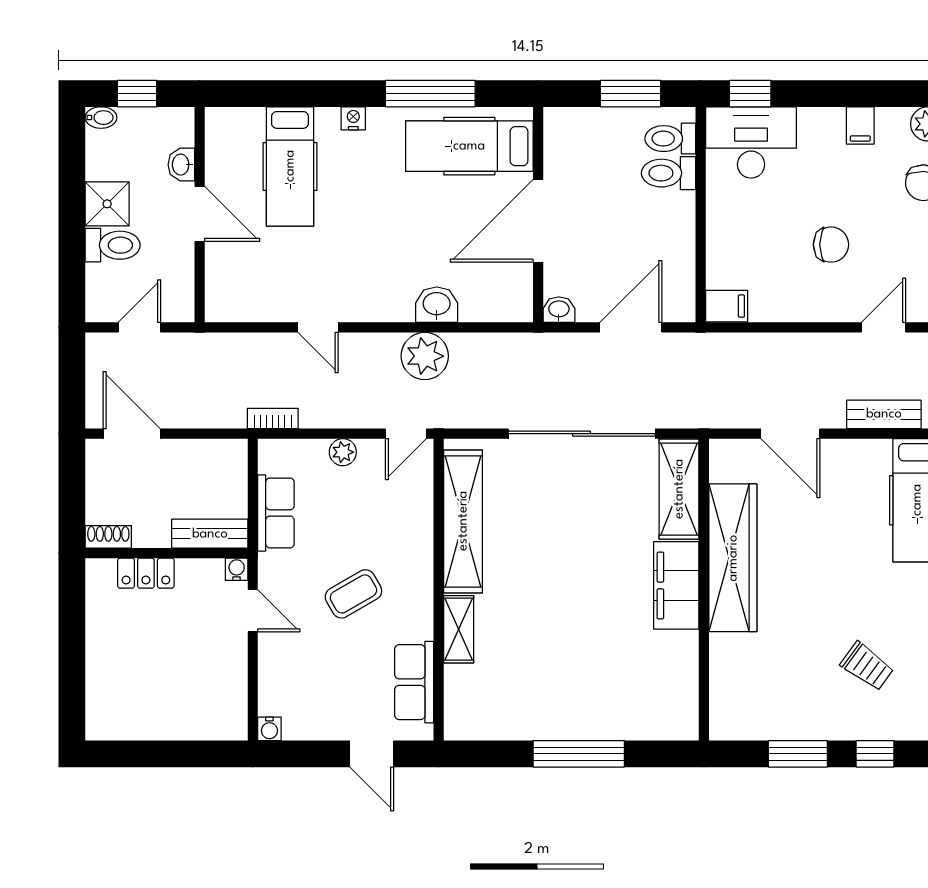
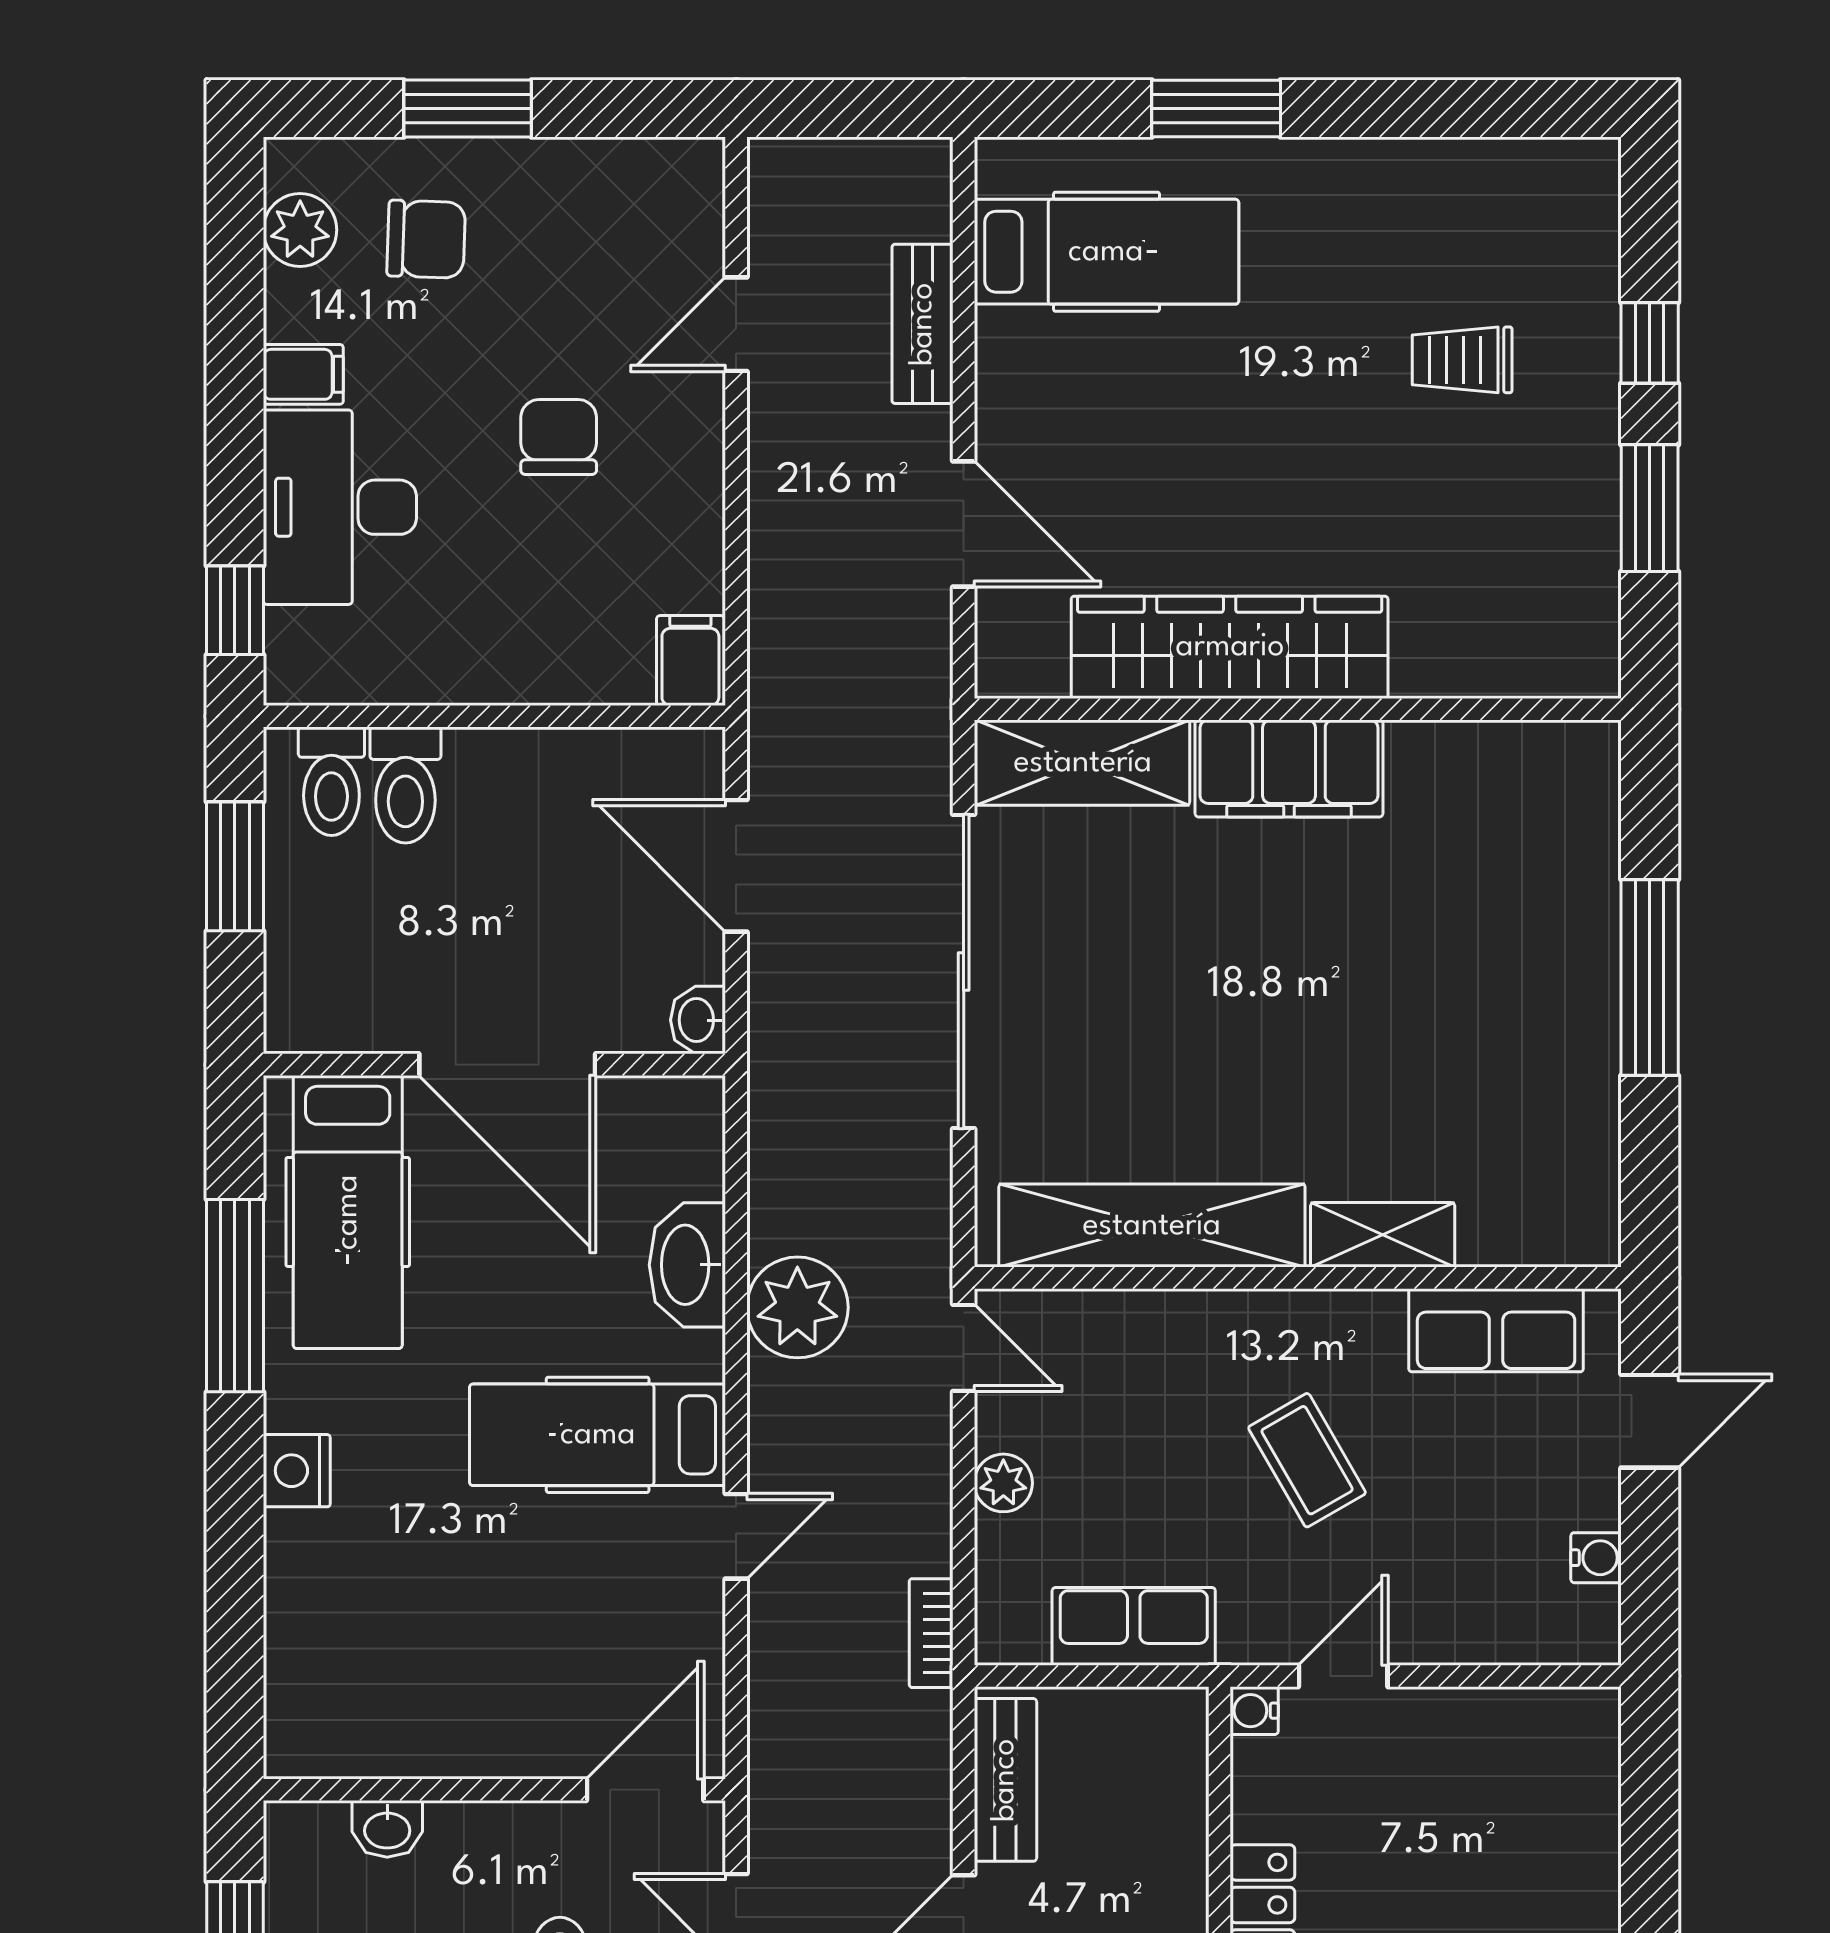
nightstand: (353, 118) -> (297, 1471), width x1.39, depth x1.35
desk: (751, 142) -> (340, 507), moved
hospital bed: (290, 166) -> (598, 1435), moved, turned 180
door: (200, 214) -> (645, 1790), moved
washbasin: (437, 305) -> (687, 1265), width x1.38
door: (884, 327) -> (736, 324), hinge flipped
door: (790, 434) -> (964, 524), hinge flipped
bench: (210, 534) -> (1005, 1780), moved
trolley: (867, 666) -> (1462, 360), turned -126
water cooler: (269, 729) -> (1596, 1558), moved

